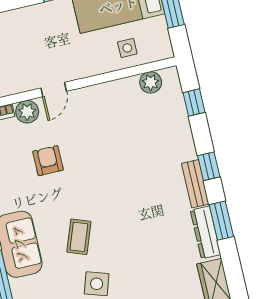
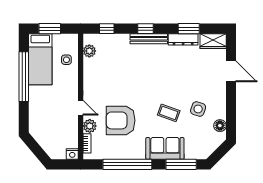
armchair: (48, 161) -> (121, 120), width x1.88, depth x1.88
bench: (195, 184) -> (149, 39), width x1.36
window: (221, 221) -> (189, 29), moved

